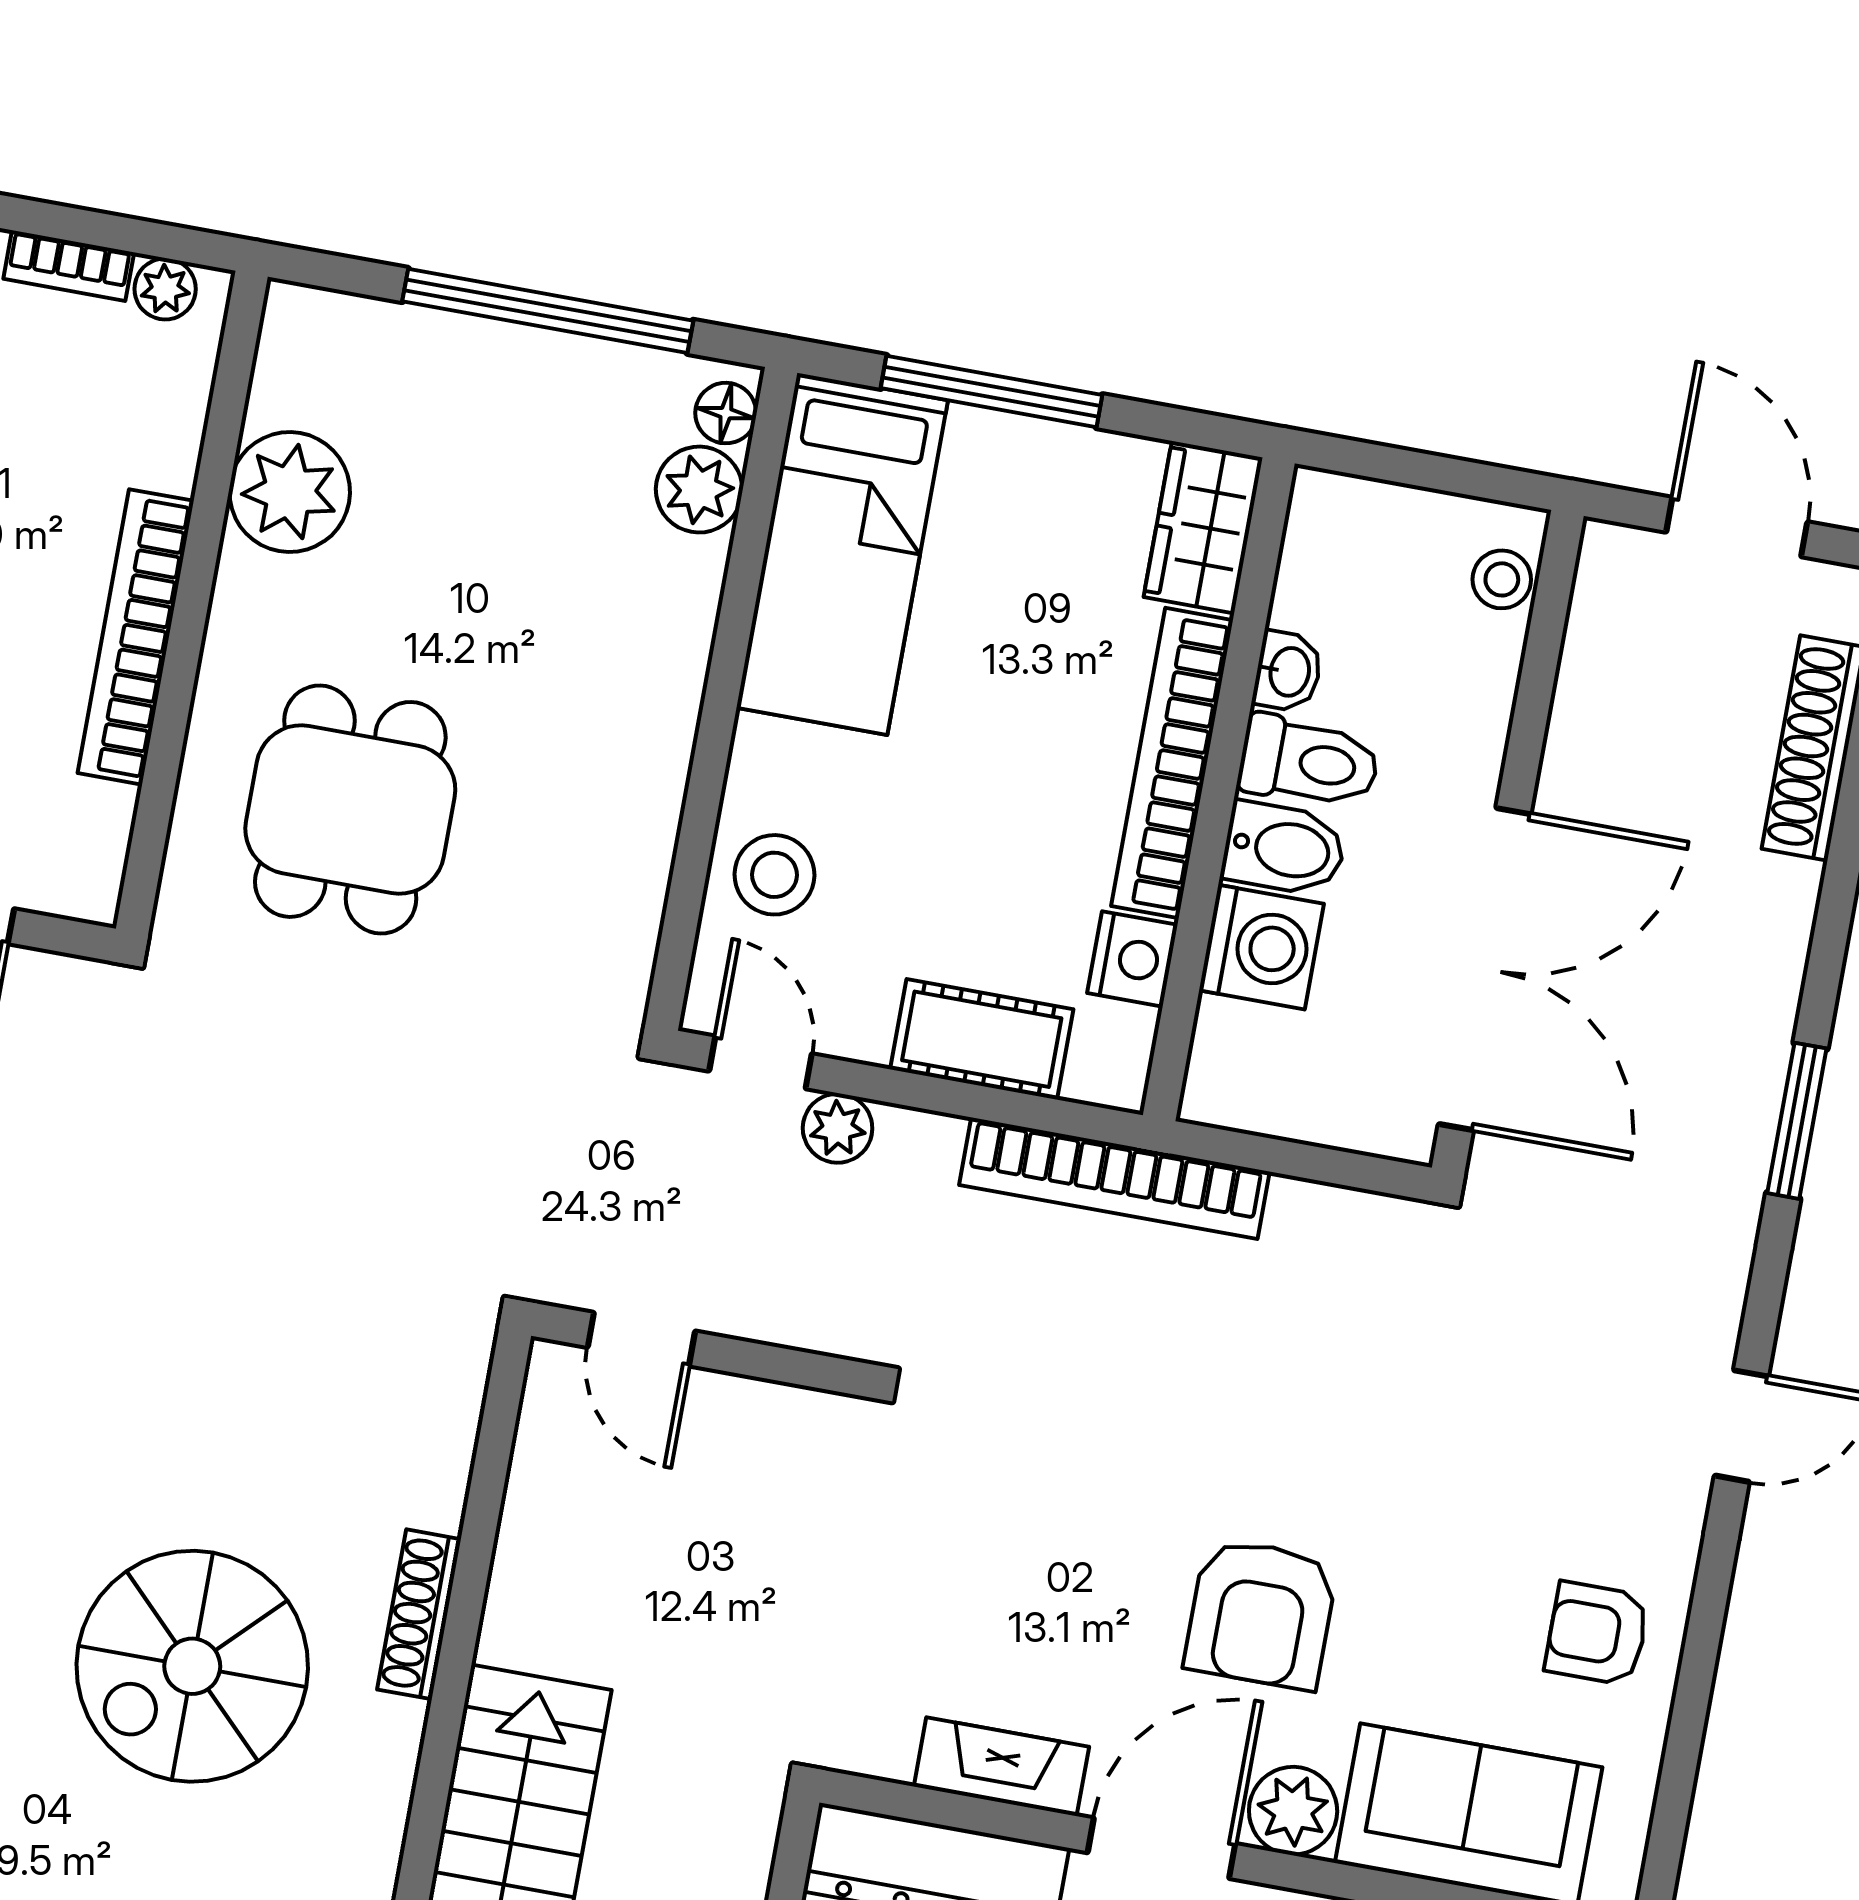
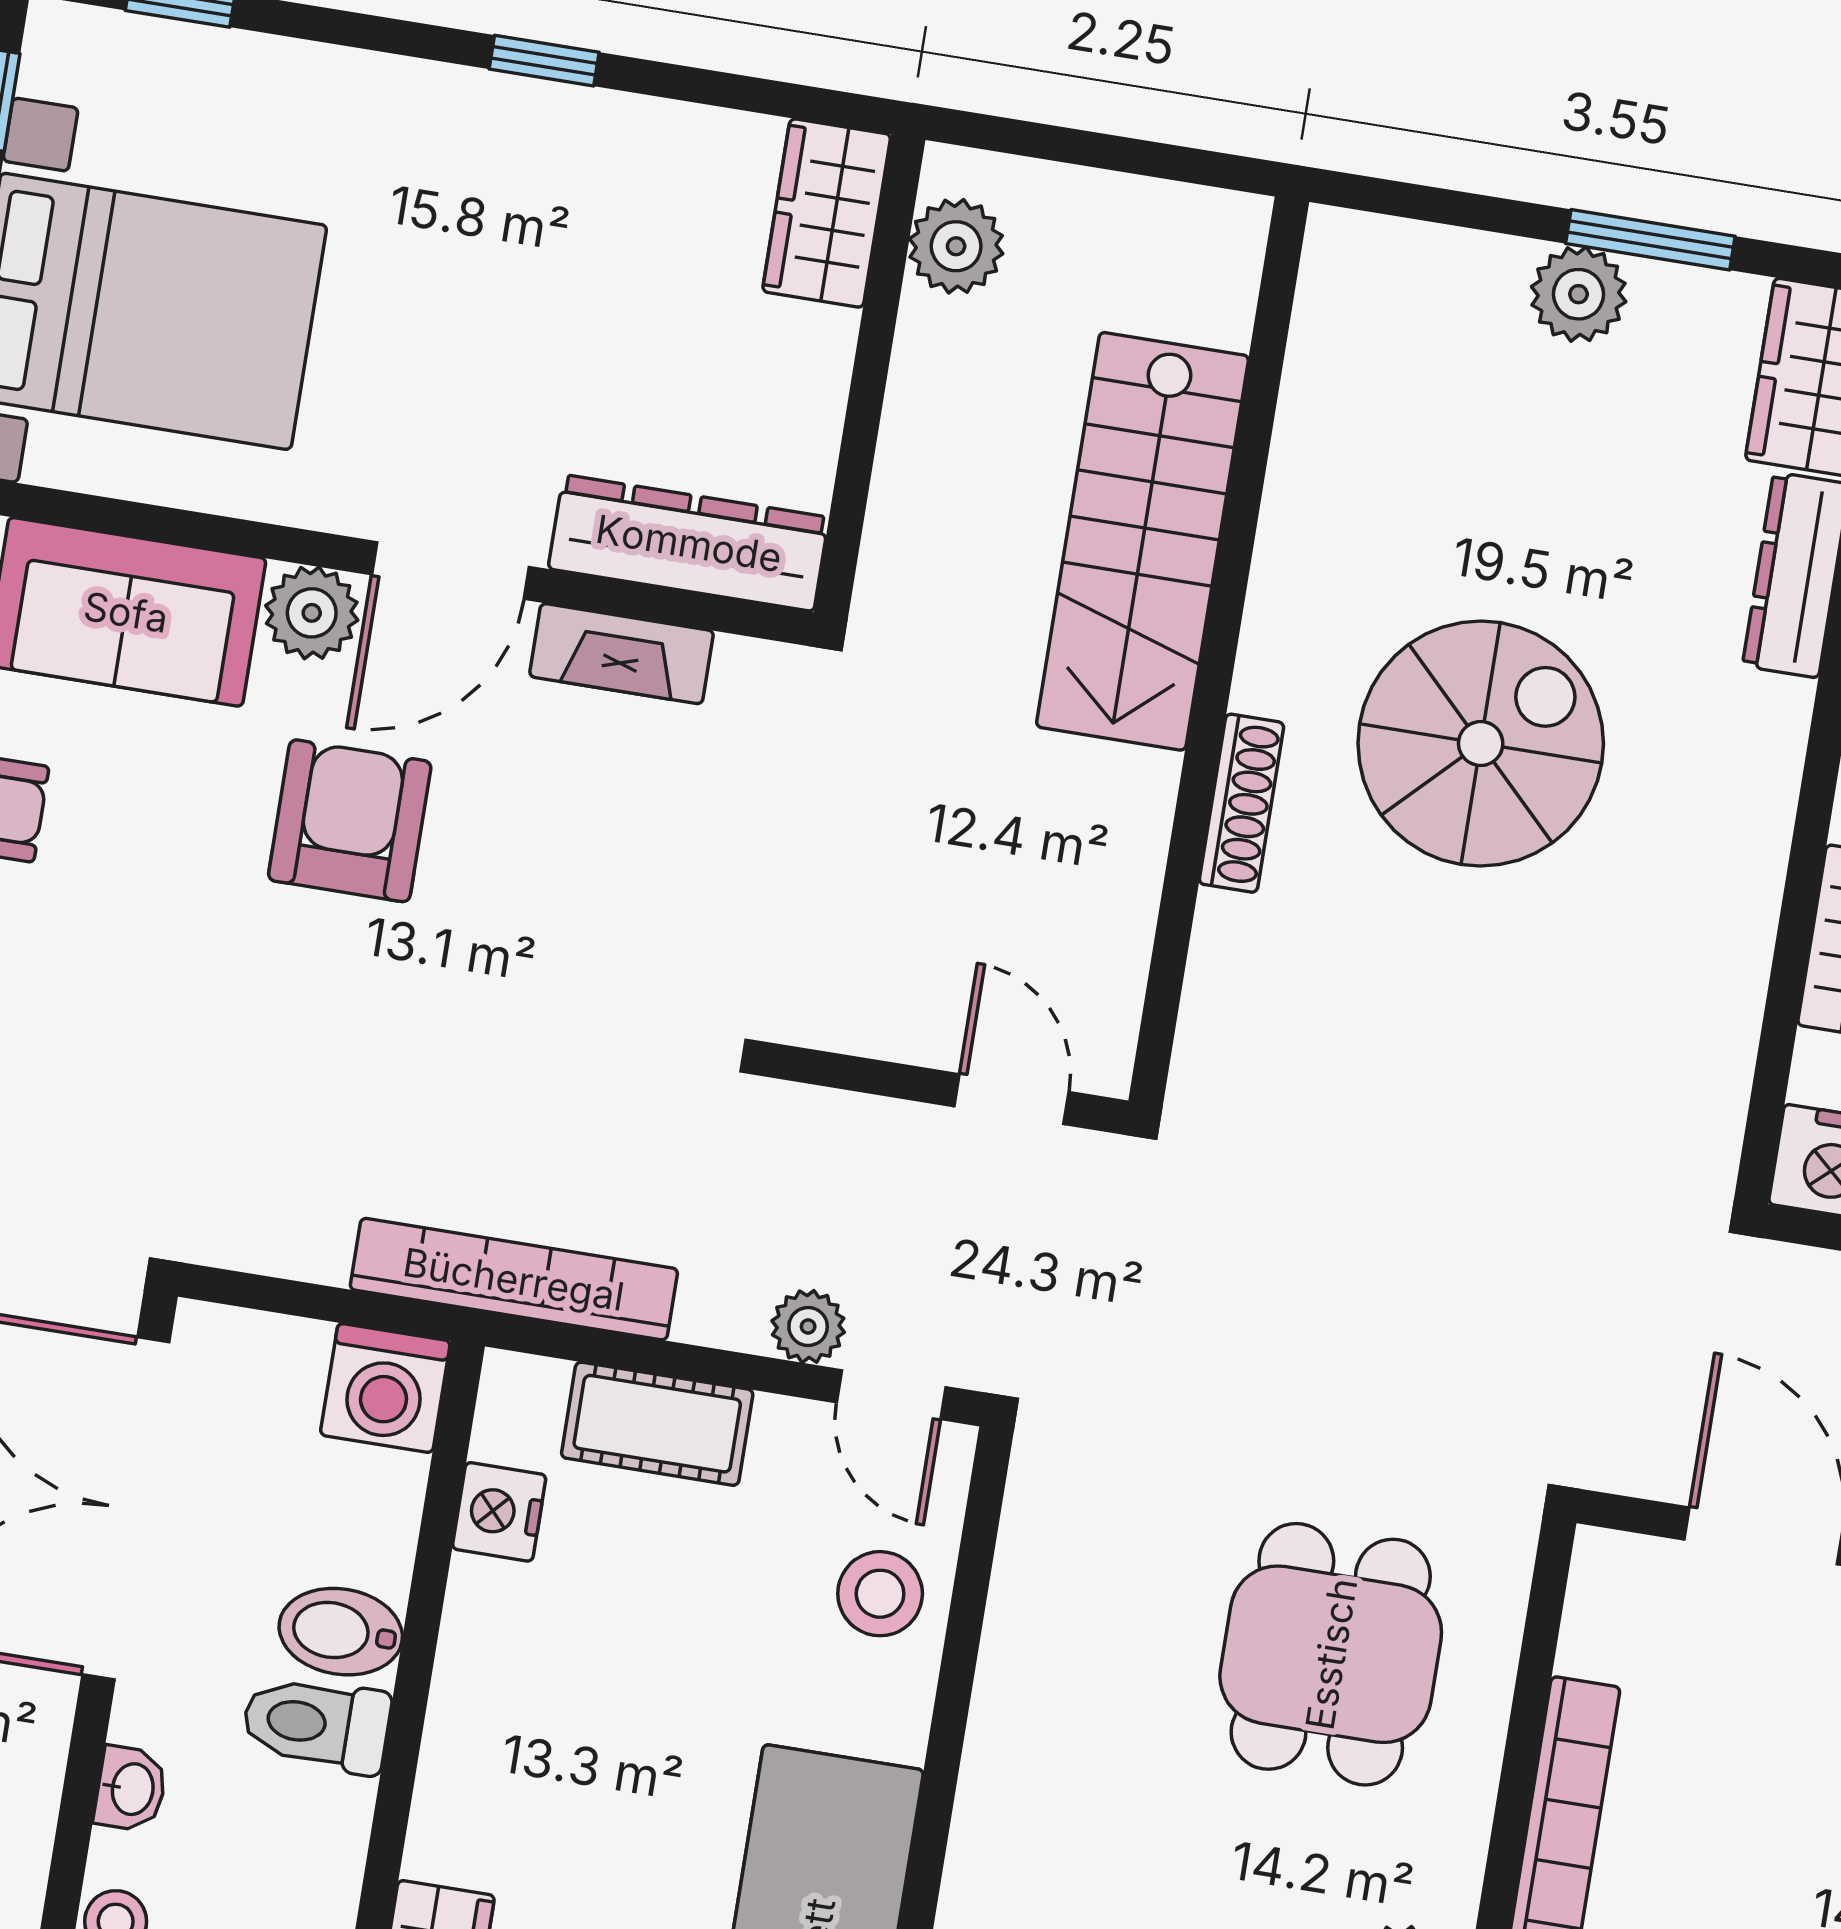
washbasin: (1288, 672) -> (131, 1789), moved, turned 180
bookcase: (1172, 763) -> (461, 1720), removed
washing machine: (1261, 947) -> (385, 1388), moved, turned -90

